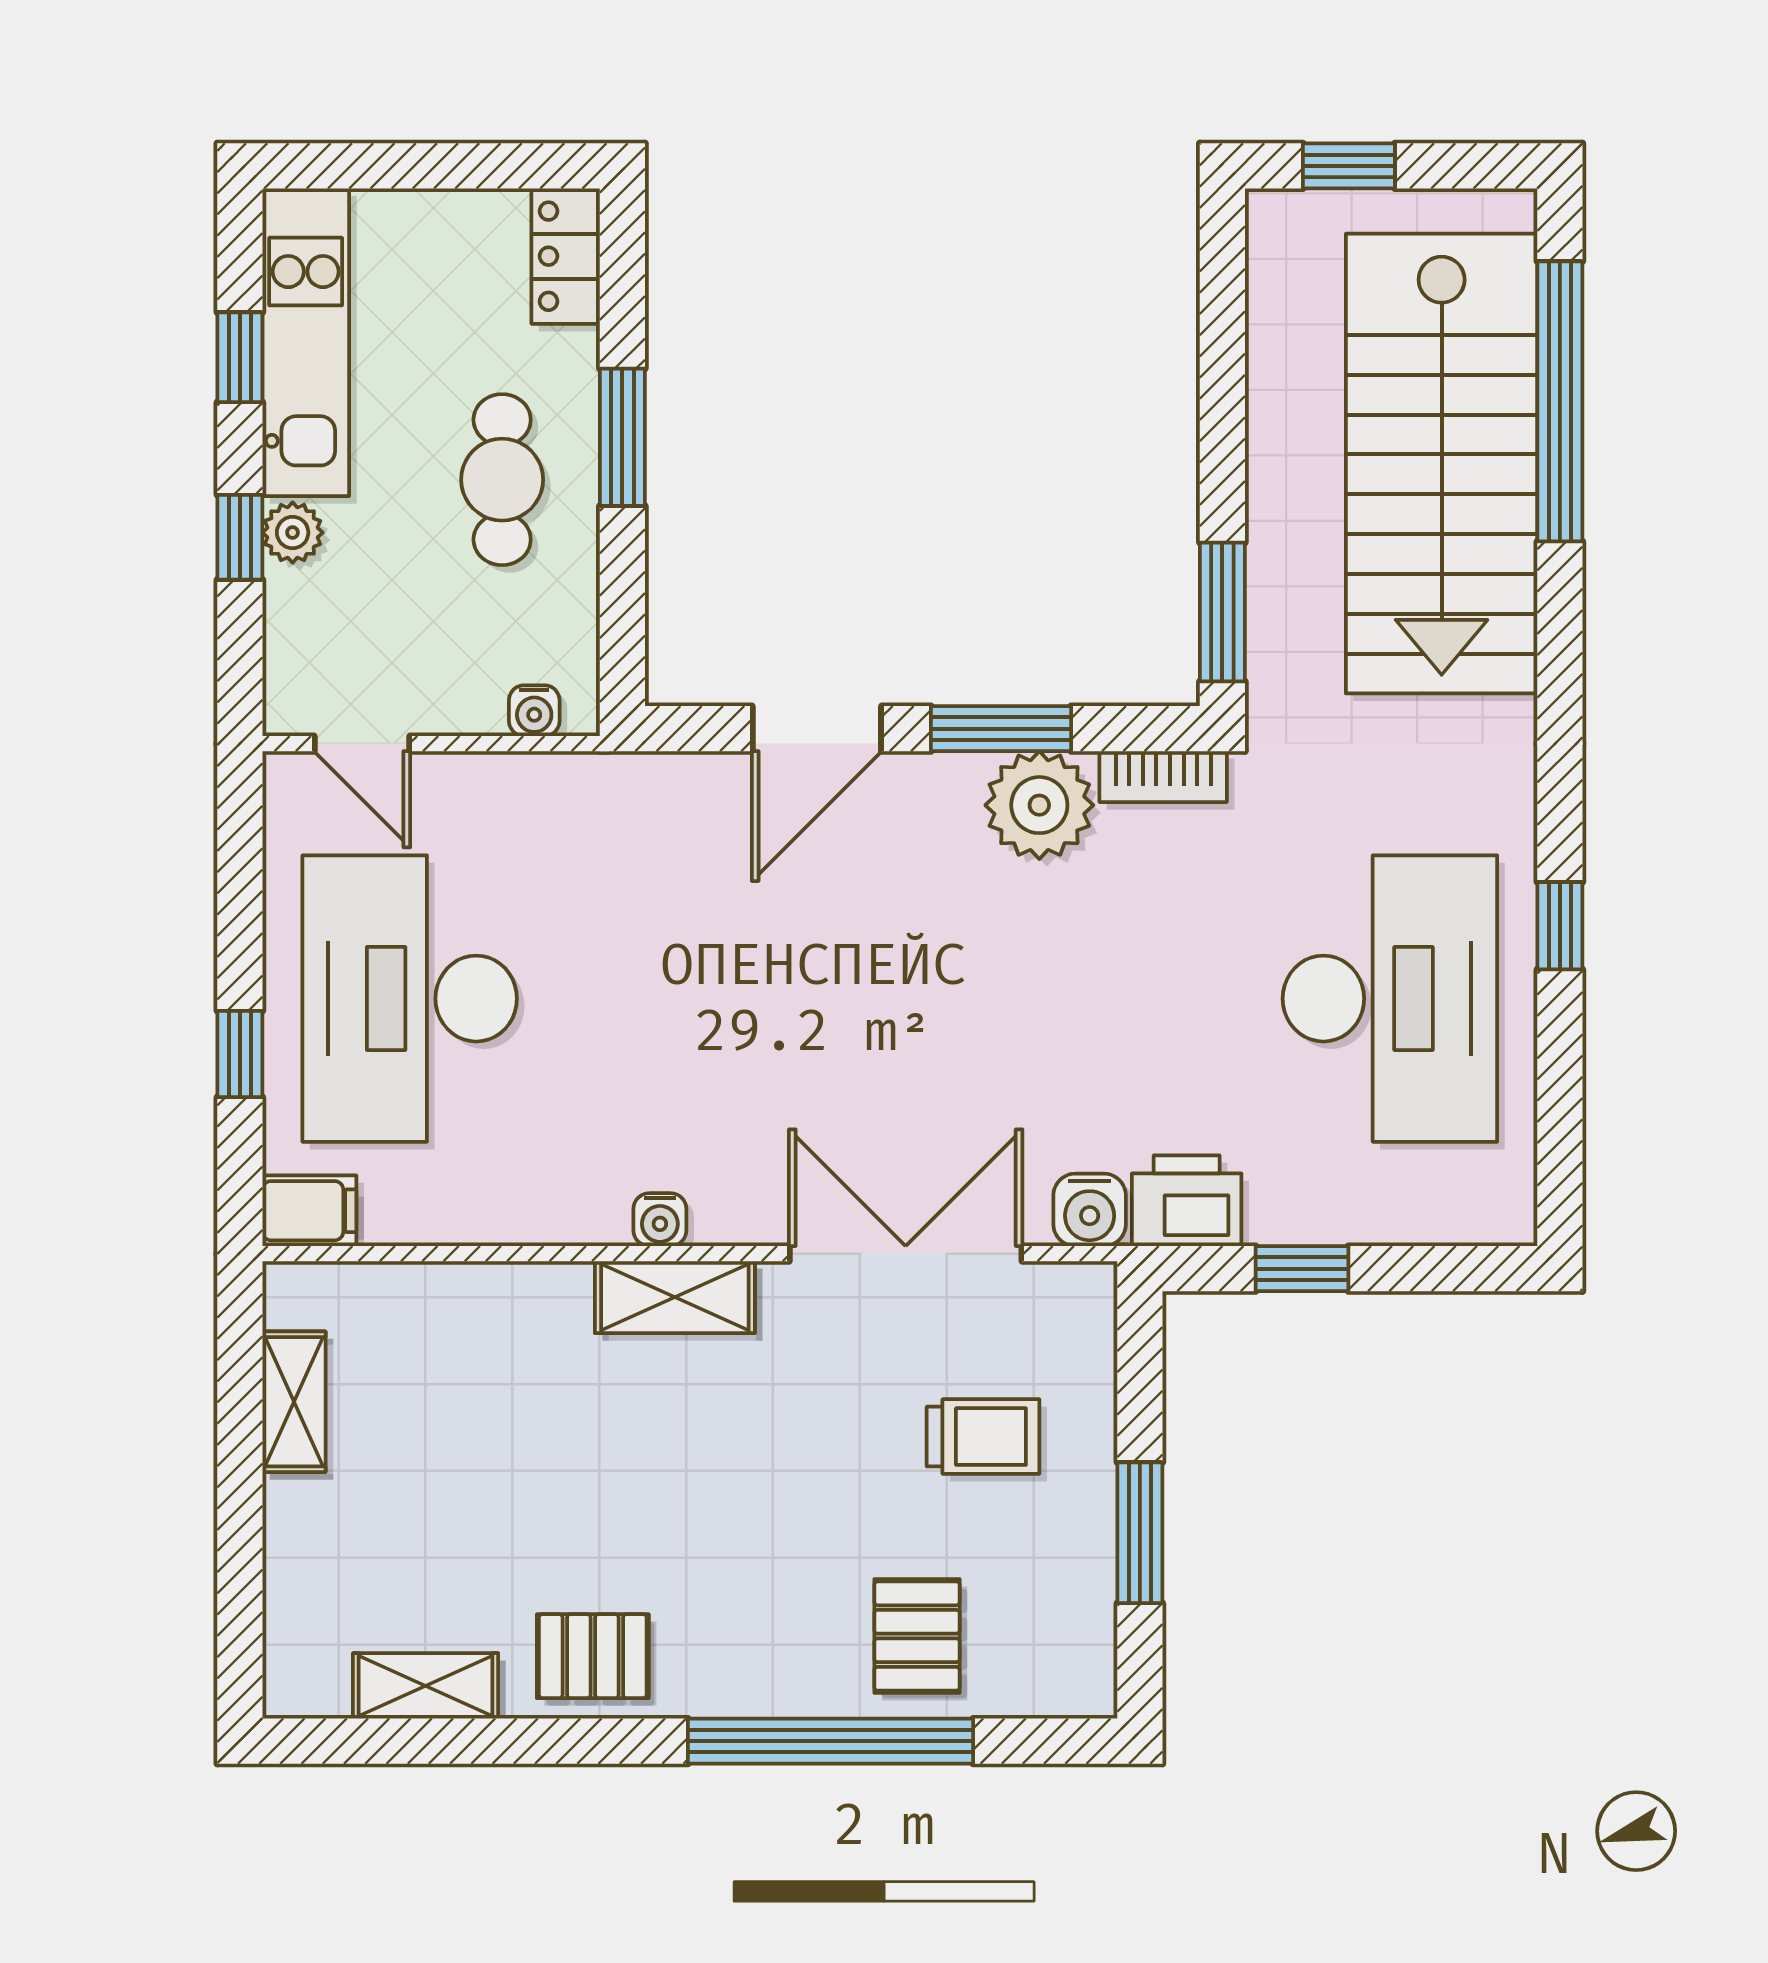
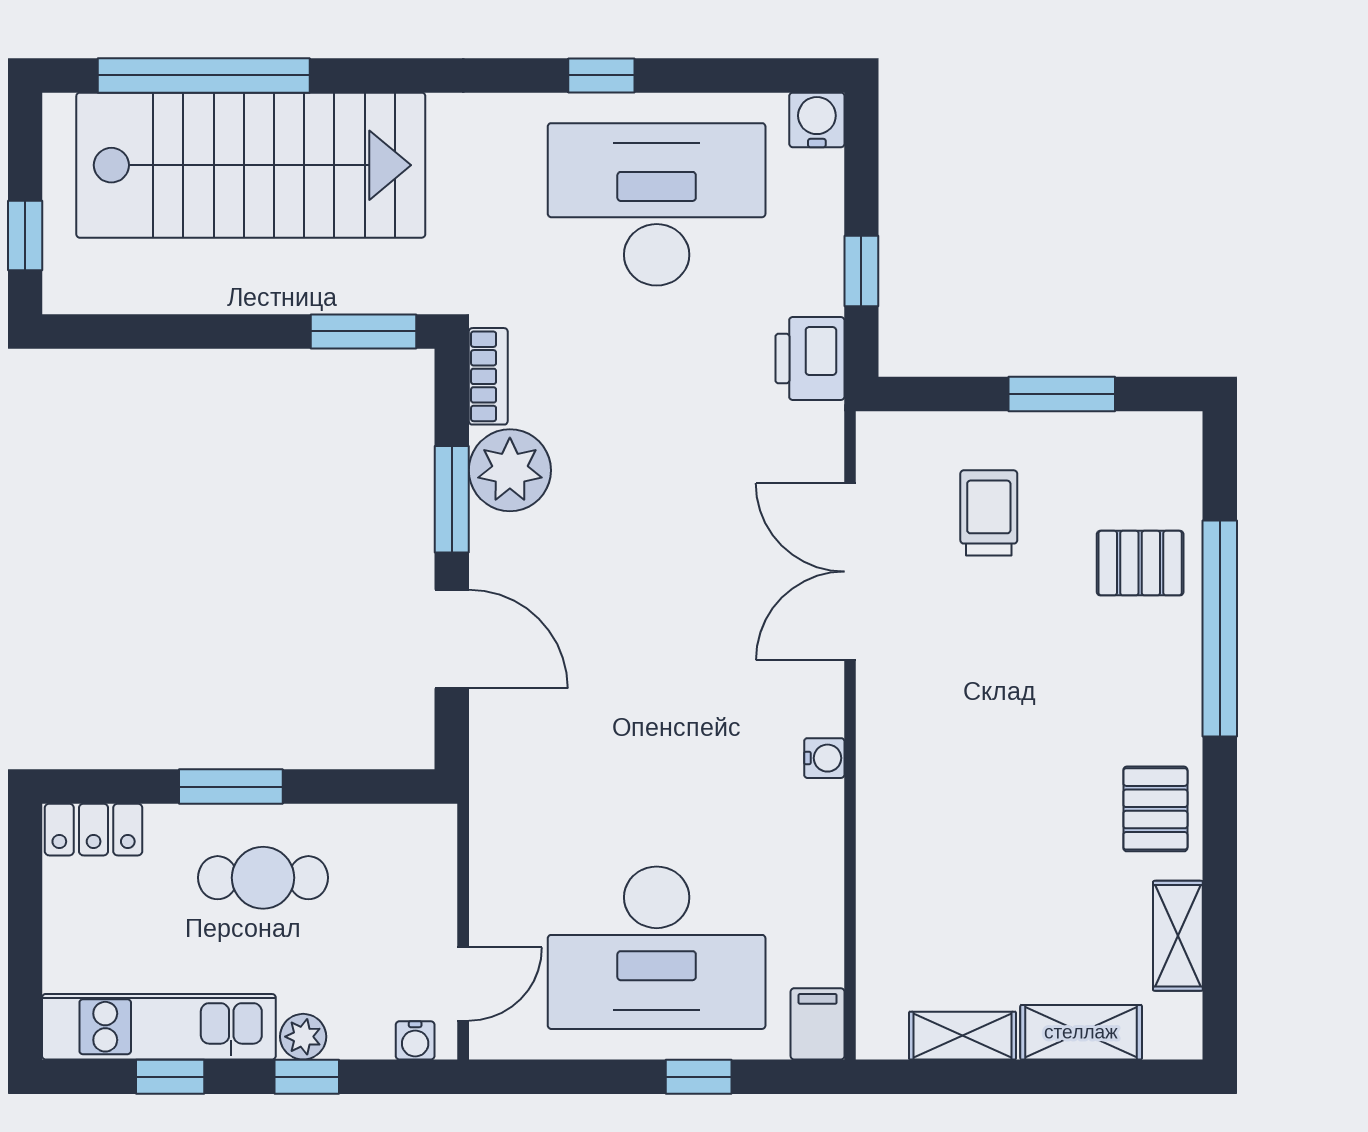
water cooler: (534, 711) -> (415, 1040), moved, turned 90
water cooler: (1090, 1210) -> (817, 120), moved, turned -90
shelving: (675, 1297) -> (1081, 1032), moved, turned 90

